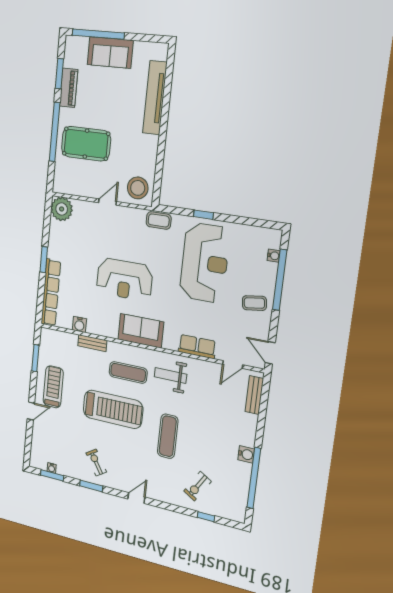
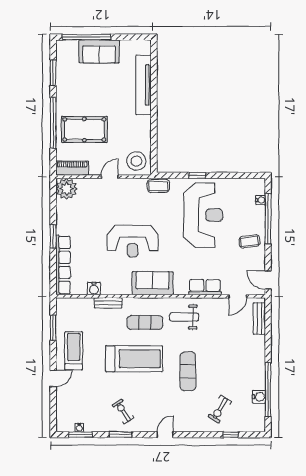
piano: (69, 88) -> (72, 168), moved, turned -90
water cooler: (246, 454) -> (259, 397), moved

